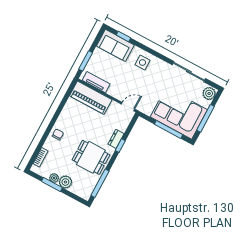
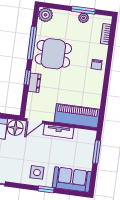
window: (123, 36) -> (46, 189), moved
tv unit: (96, 82) -> (59, 131), moved
floor lamp: (147, 107) -> (15, 128), added
plant: (65, 182) -> (45, 15), moved
window: (100, 183) -> (32, 43), moved

